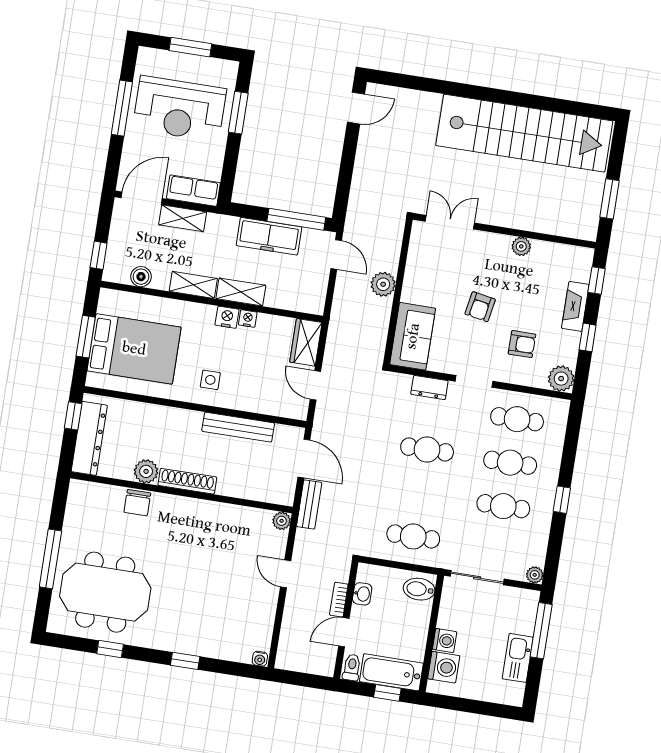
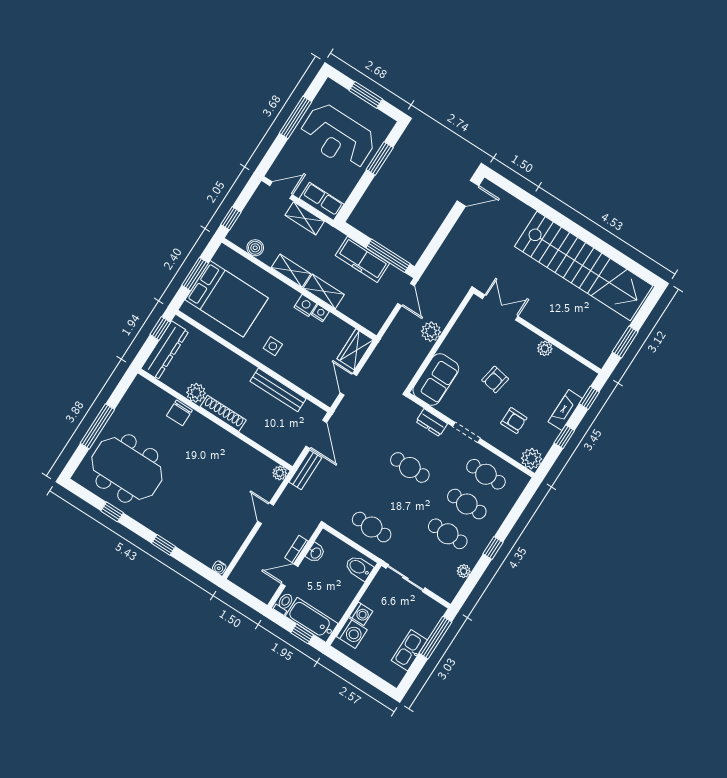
door: (142, 198) -> (281, 190), width x0.73
plant: (535, 575) -> (464, 571), moved

